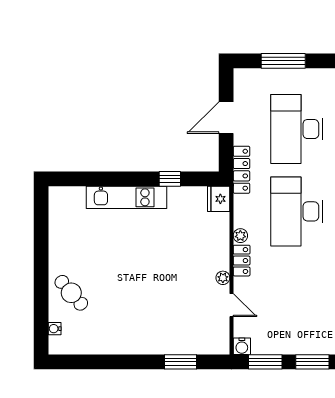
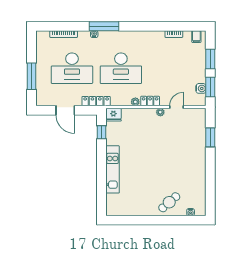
window: (170, 179) -> (101, 132), moved
water cooler: (242, 346) -> (201, 88), moved

